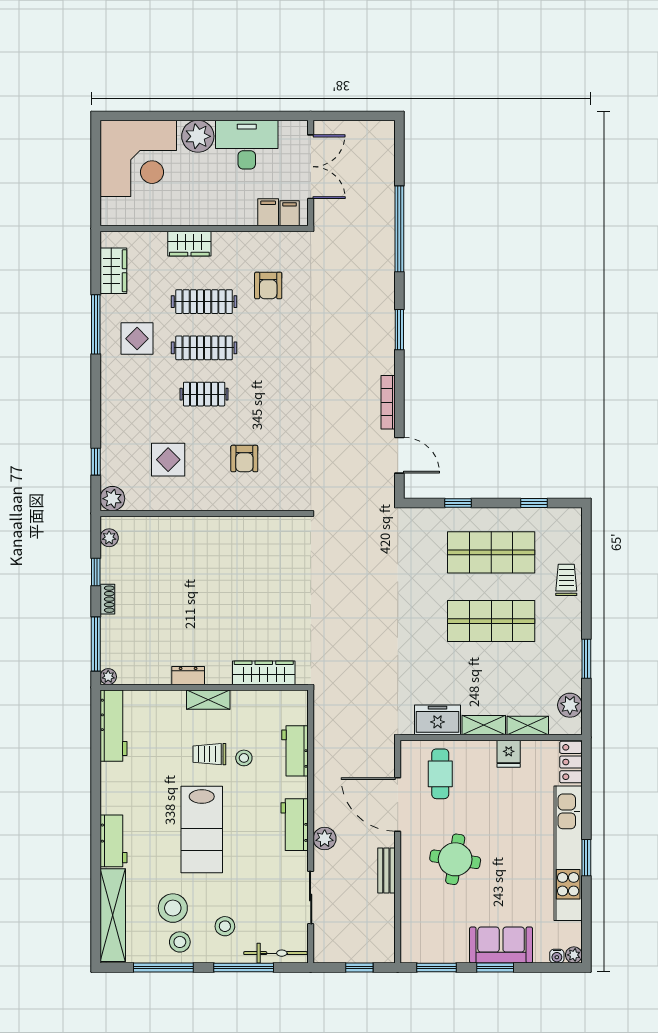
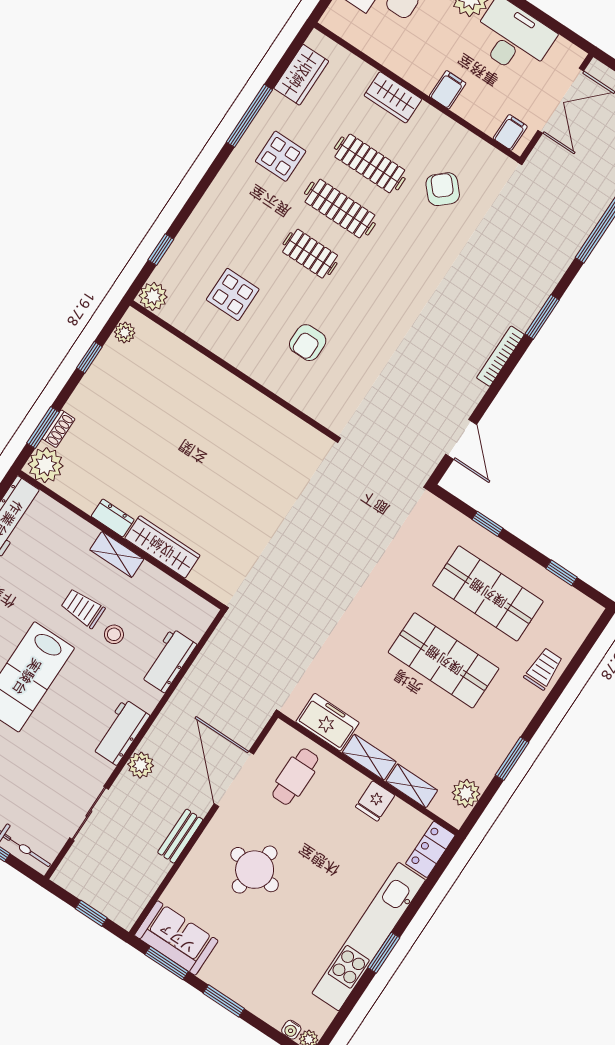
filing cabinet: (268, 212) -> (448, 90), moved
armchair: (268, 286) -> (443, 189), turned 138
bookcase: (388, 402) -> (500, 356), moved
shoe rack: (107, 599) -> (59, 429), moved
window: (96, 644) -> (43, 428), width x0.69
wardrobe: (264, 673) -> (162, 547), moved
plant: (108, 677) -> (46, 465), width x1.87, depth x1.87
sofa: (501, 945) -> (176, 938), moved

